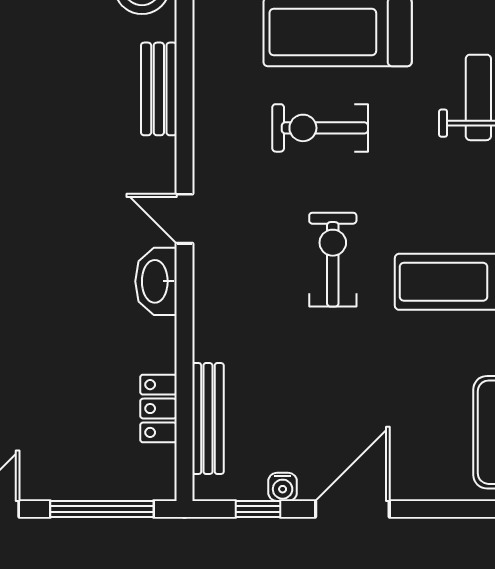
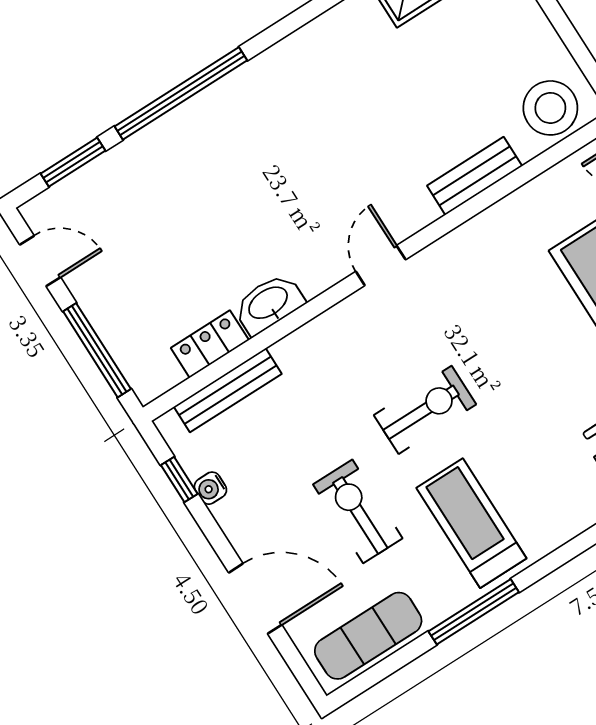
exercise bike: (320, 128) -> (358, 511), moved
washbasin: (156, 281) -> (269, 304), moved
door: (352, 509) -> (255, 599), moved

